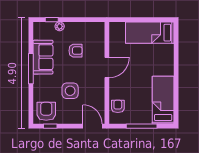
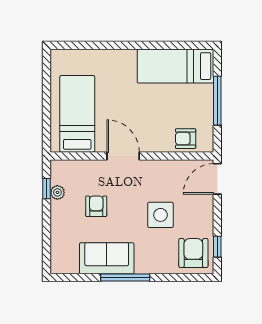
window: (52, 20) -> (47, 189), moved
plant: (60, 26) -> (57, 192), moved
bed: (150, 33) -> (77, 114), moved, turned 180
armchair: (46, 111) -> (193, 253), turned 90

